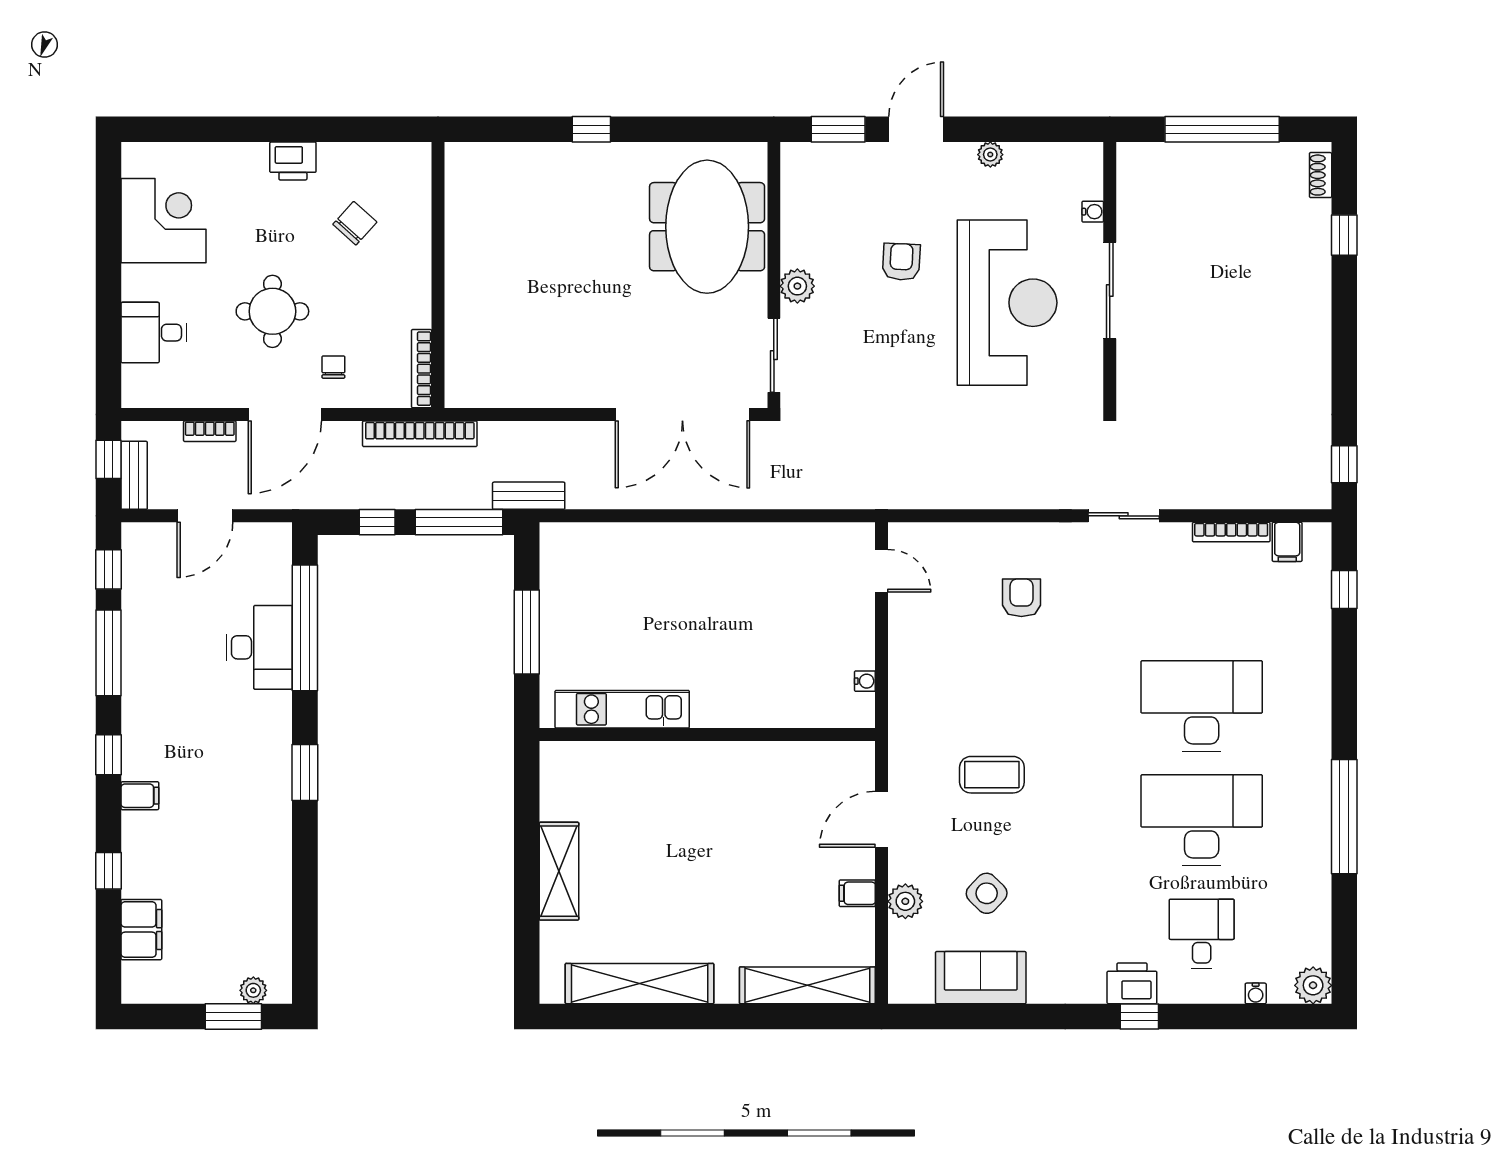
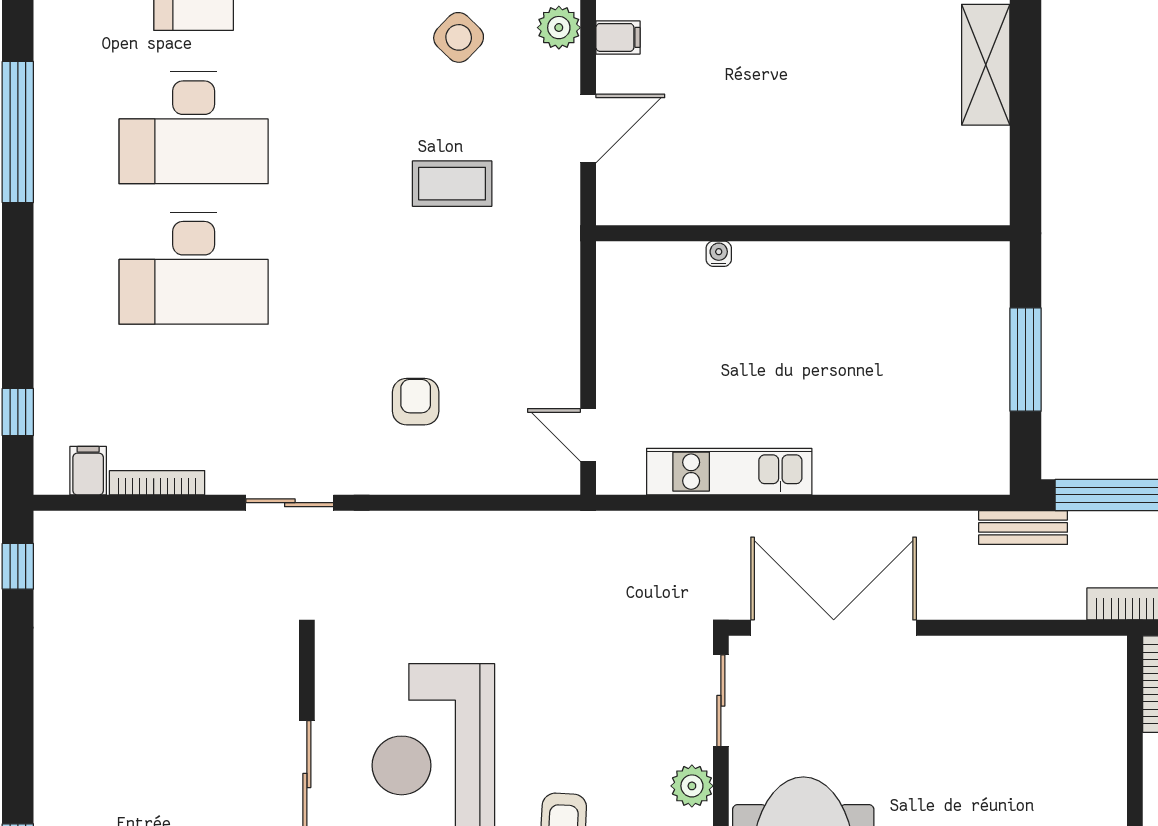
armchair: (1021, 598) -> (416, 402), turned 180
water cooler: (865, 681) -> (719, 254), moved, turned 90
kitchen unit: (622, 709) -> (729, 472), moved, turned 180

